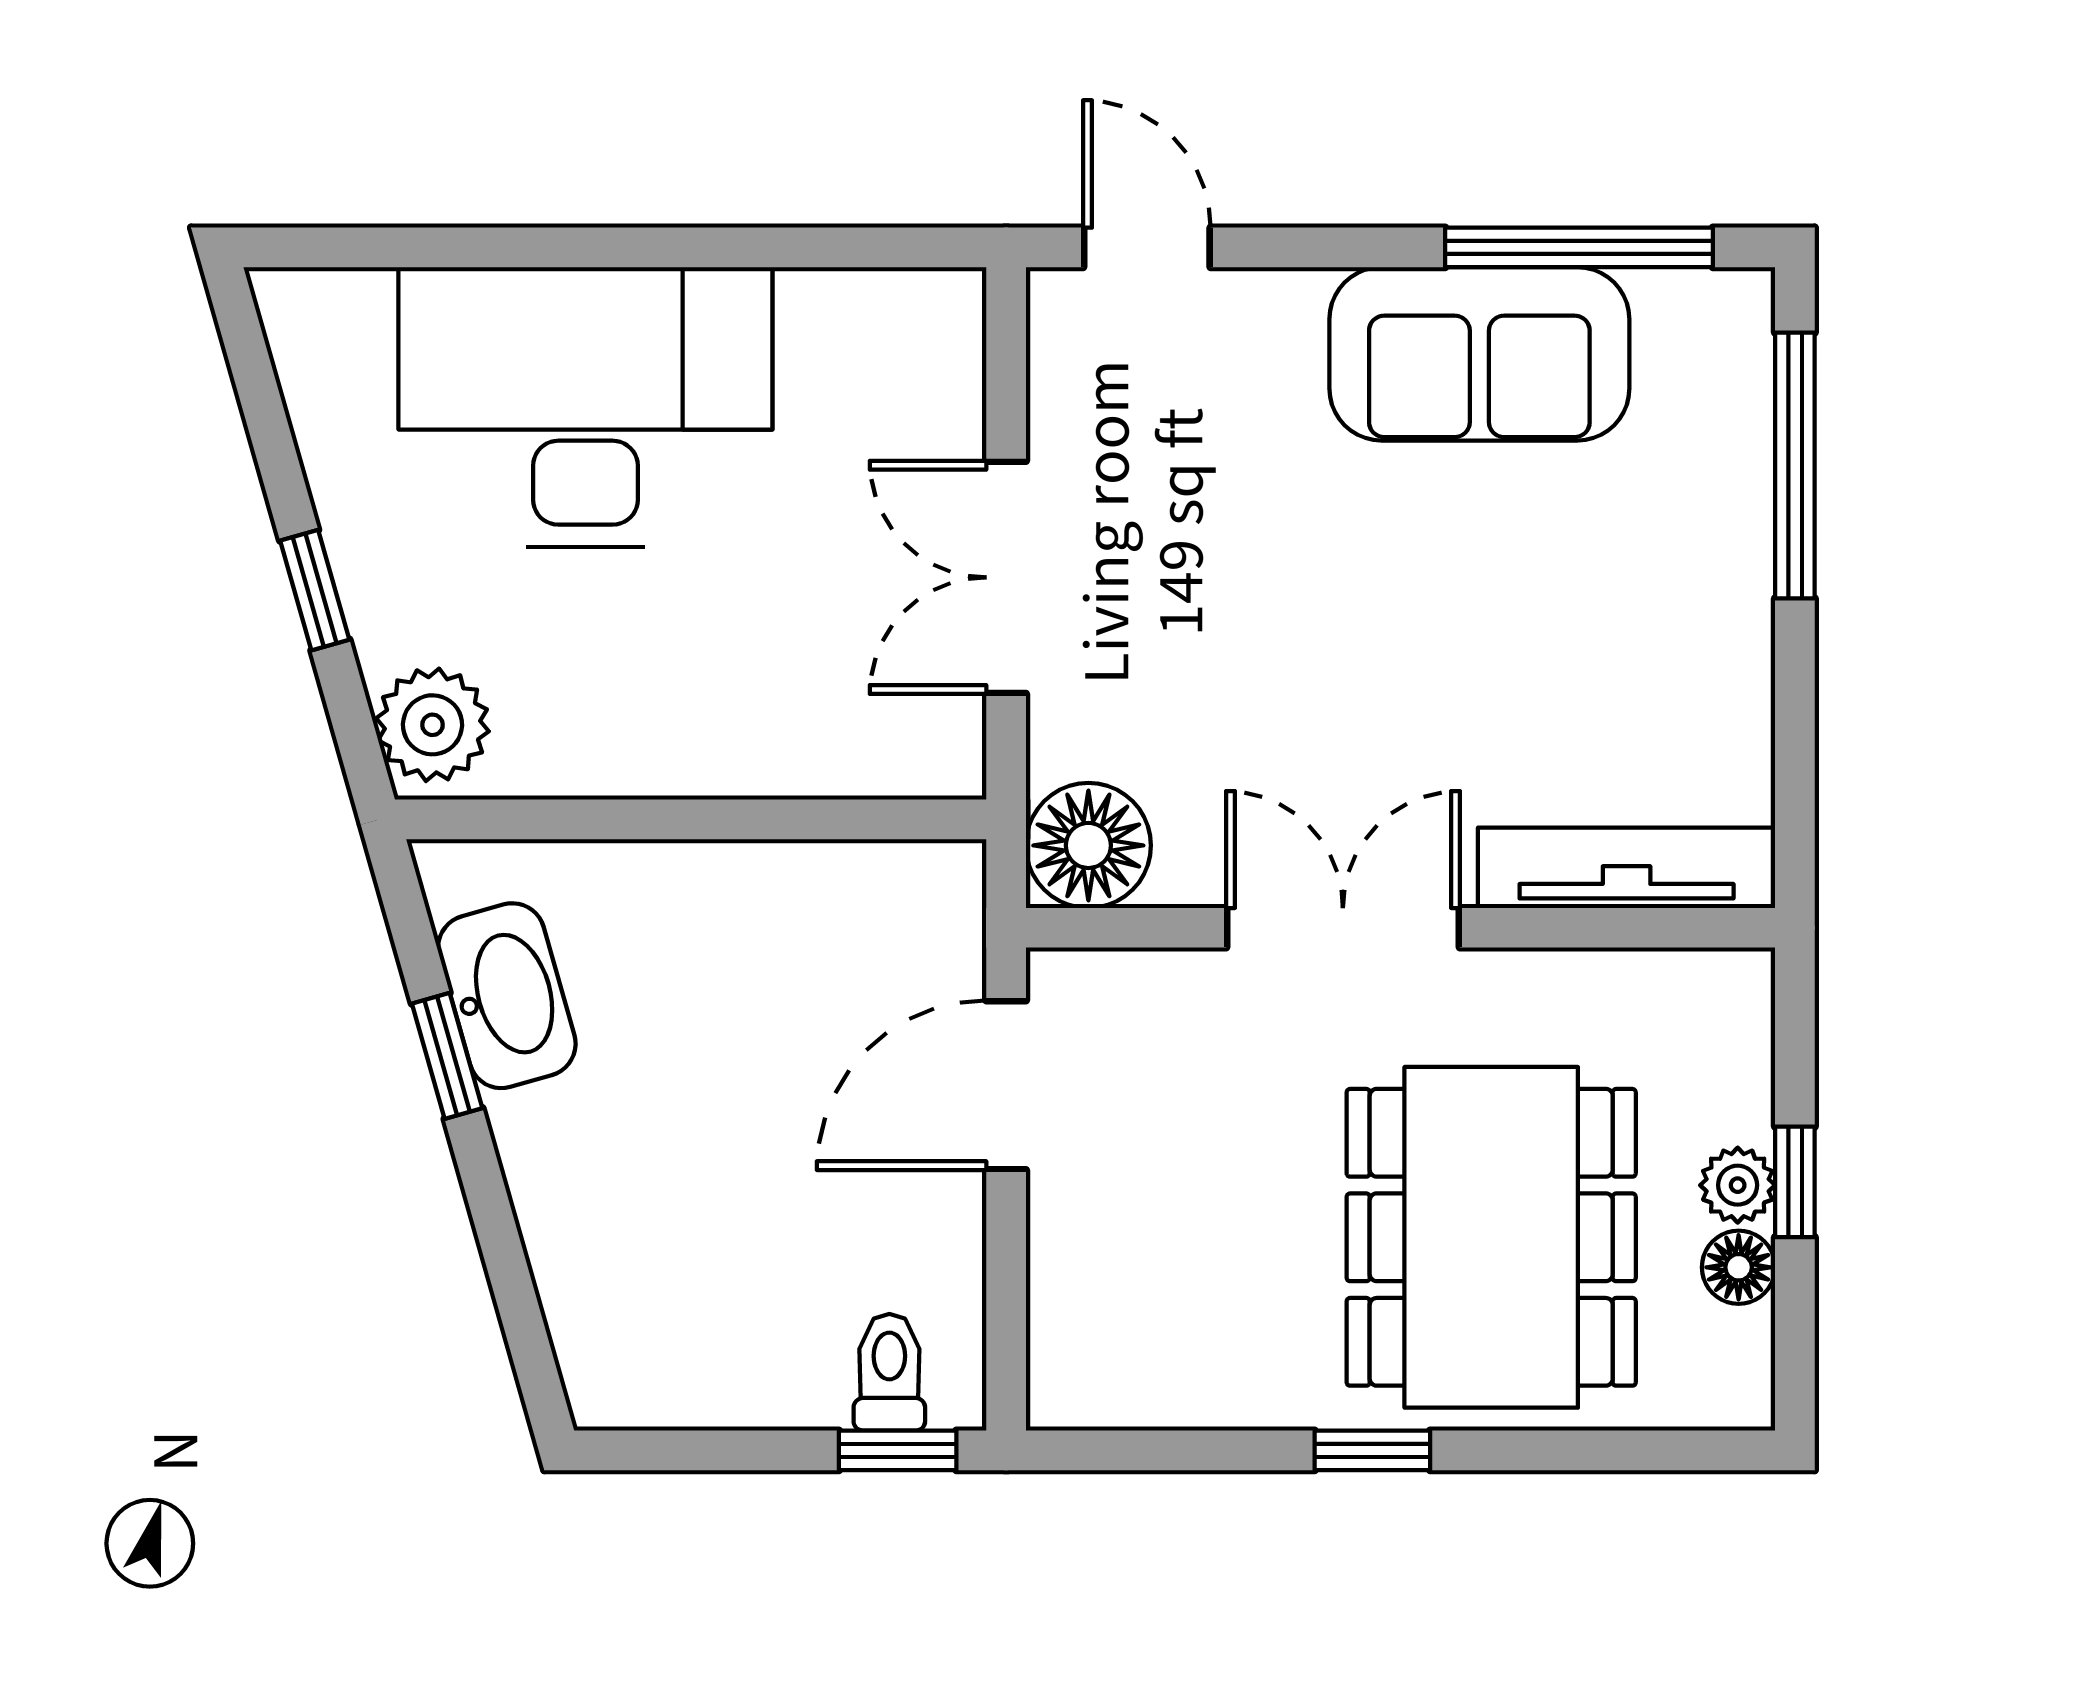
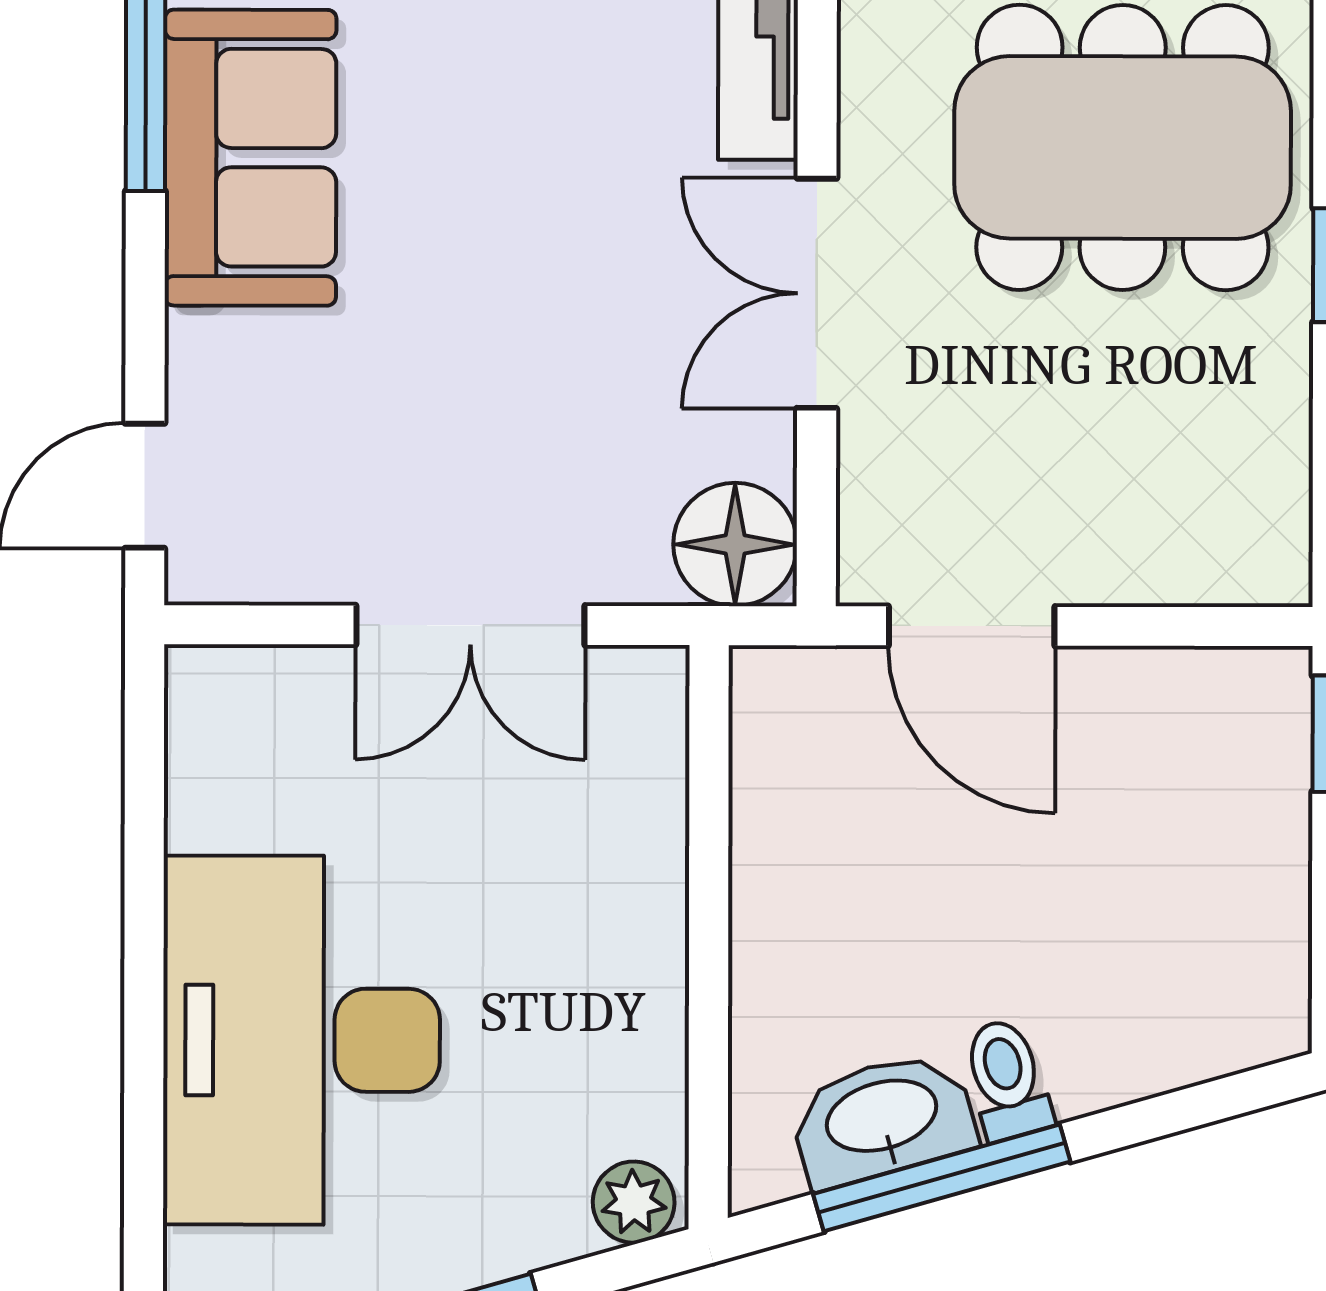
plant: (433, 725) -> (634, 1202), width x0.73, depth x0.73
window: (447, 1056) -> (942, 1178), width x2.17
toilet: (889, 1372) -> (1007, 1079), moved, turned 74

